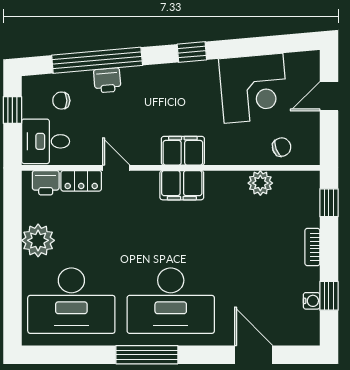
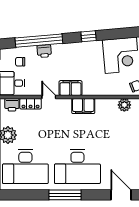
filing cabinet: (183, 151) -> (71, 88), moved

